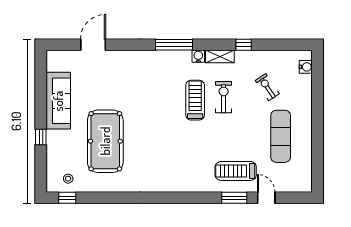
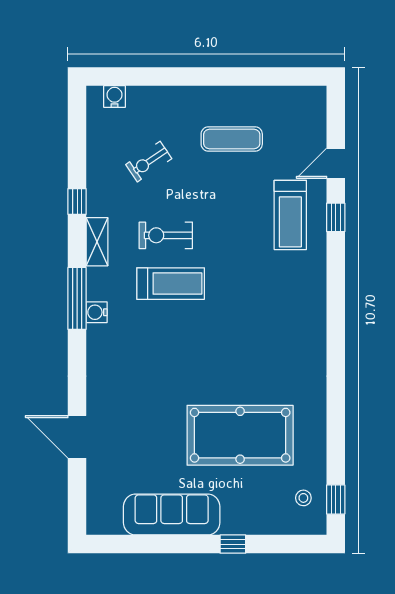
door: (93, 45) -> (77, 437), moved
window: (174, 45) -> (77, 298), moved
water cooler: (198, 56) -> (97, 312), moved
treadmill: (195, 100) -> (171, 284), turned 180
exercise mat: (281, 136) -> (232, 139), width x0.73, depth x0.69
window: (234, 198) -> (336, 217), width x0.67

